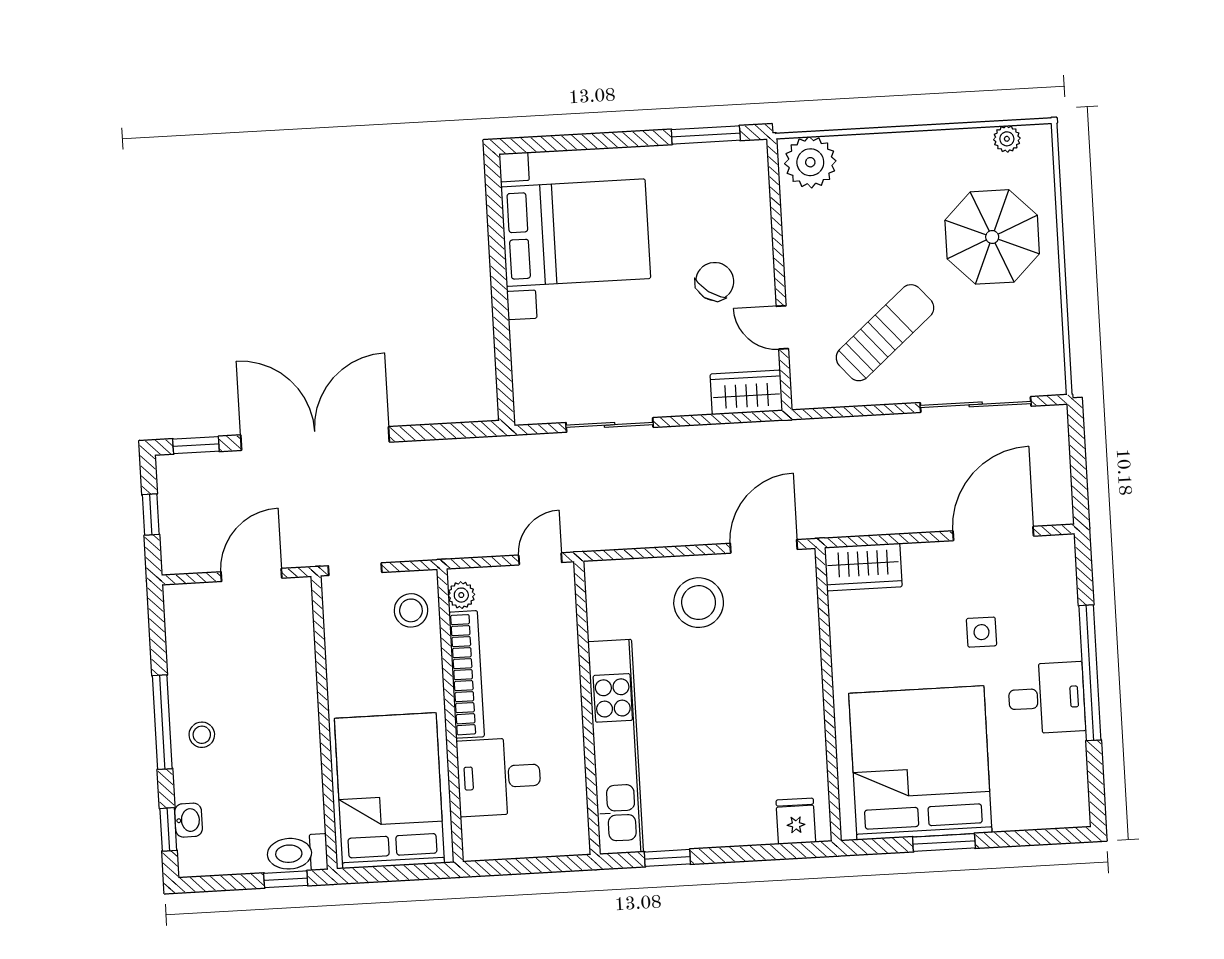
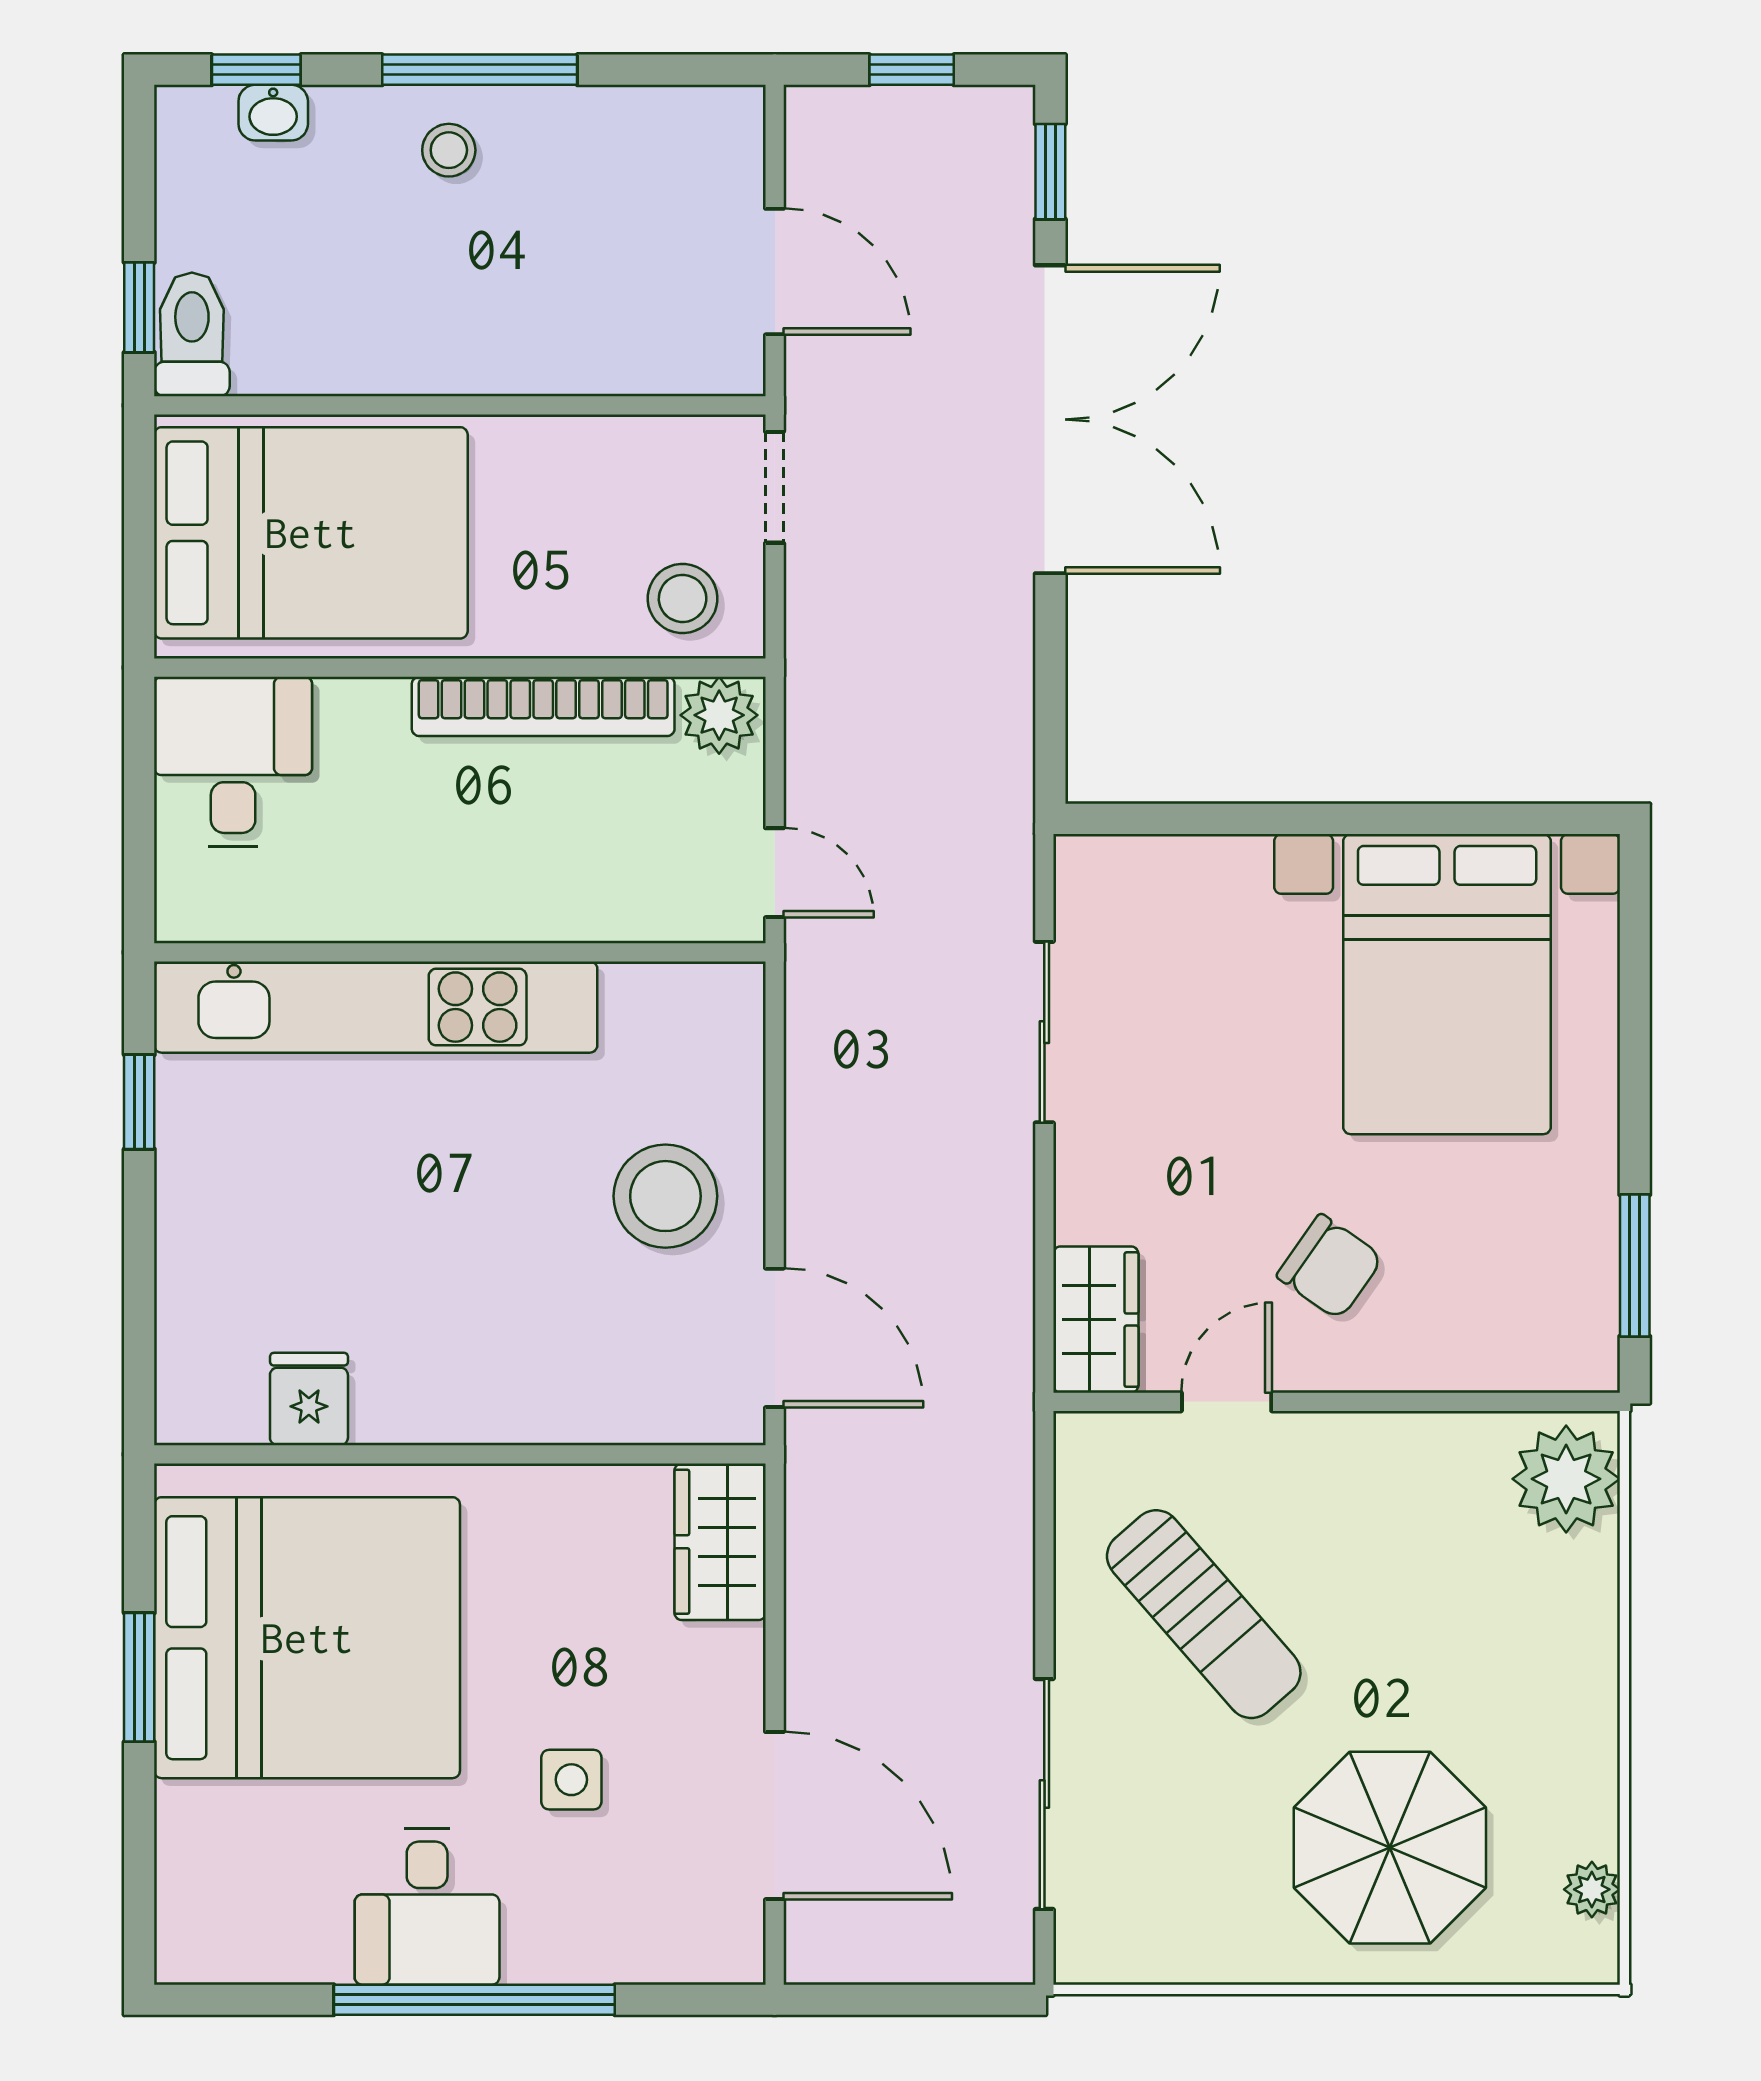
plant: (461, 595) -> (719, 715), width x1.38, depth x1.38
desk: (499, 777) -> (233, 762), moved
fridge: (796, 821) -> (309, 1399), moved, turned -90

